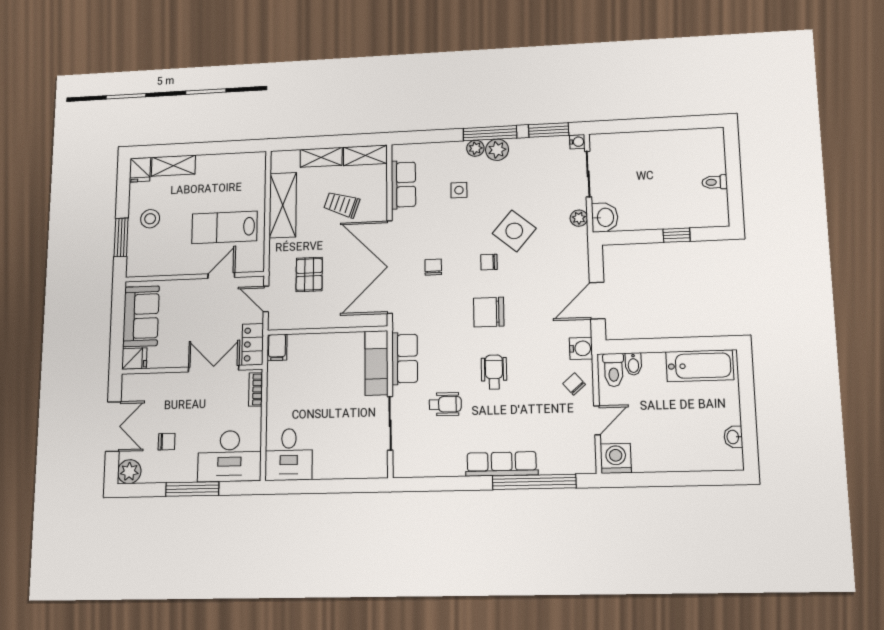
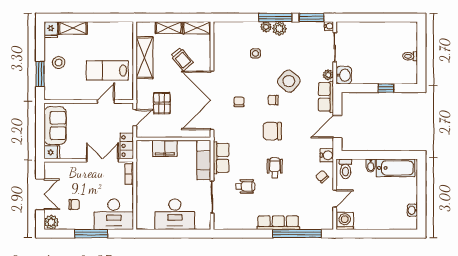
row of seats: (403, 185) -> (326, 97), moved, turned 180
trolley: (342, 205) -> (182, 59), turned -149
door: (266, 299) -> (135, 118), swing flipped
filing cabinet: (277, 347) -> (165, 148), moved, width x2.00
bidet: (633, 364) -> (371, 166), moved
desk: (289, 454) -> (175, 214), moved, width x1.37

